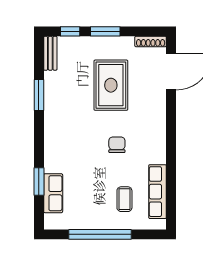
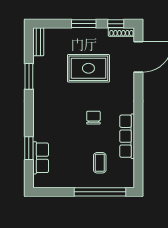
window: (70, 31) -> (116, 24), moved
rug: (111, 85) -> (88, 68), turned 90
row of seats: (157, 192) -> (127, 136), moved
window: (100, 234) -> (100, 192), moved

